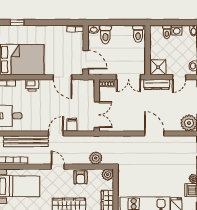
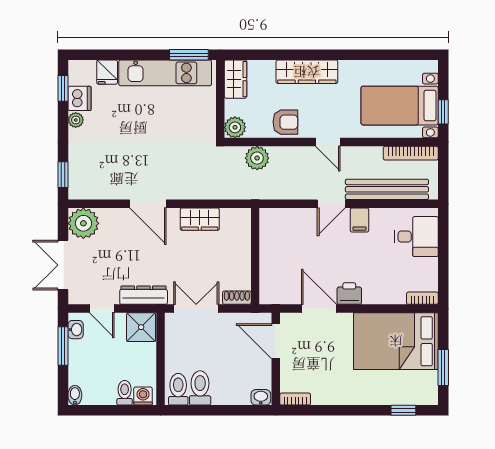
washing machine: (177, 30) -> (143, 396), moved
toilet: (105, 35) -> (200, 388), moved
door: (179, 77) -> (102, 309), swing flipped
printer: (32, 85) -> (349, 294), moved
double door: (97, 115) -> (255, 239), removed
filing cabinet: (72, 125) -> (359, 220), moved
wardrobe: (126, 125) -> (200, 219), added
armchair: (80, 177) -> (285, 122), turned 90

